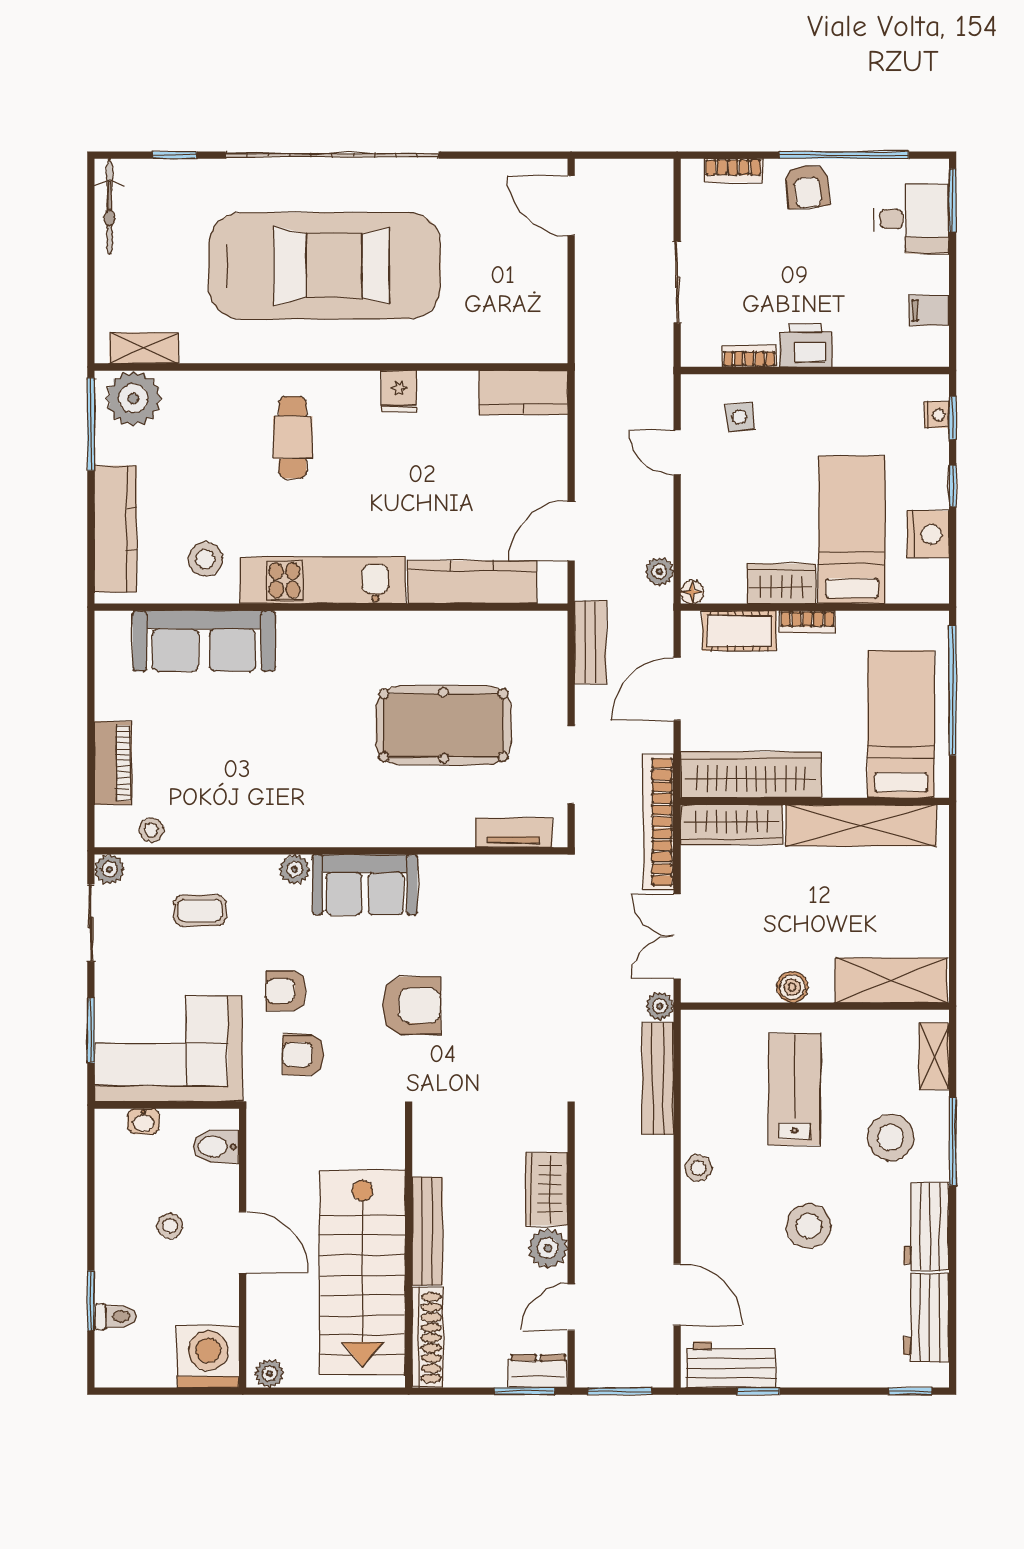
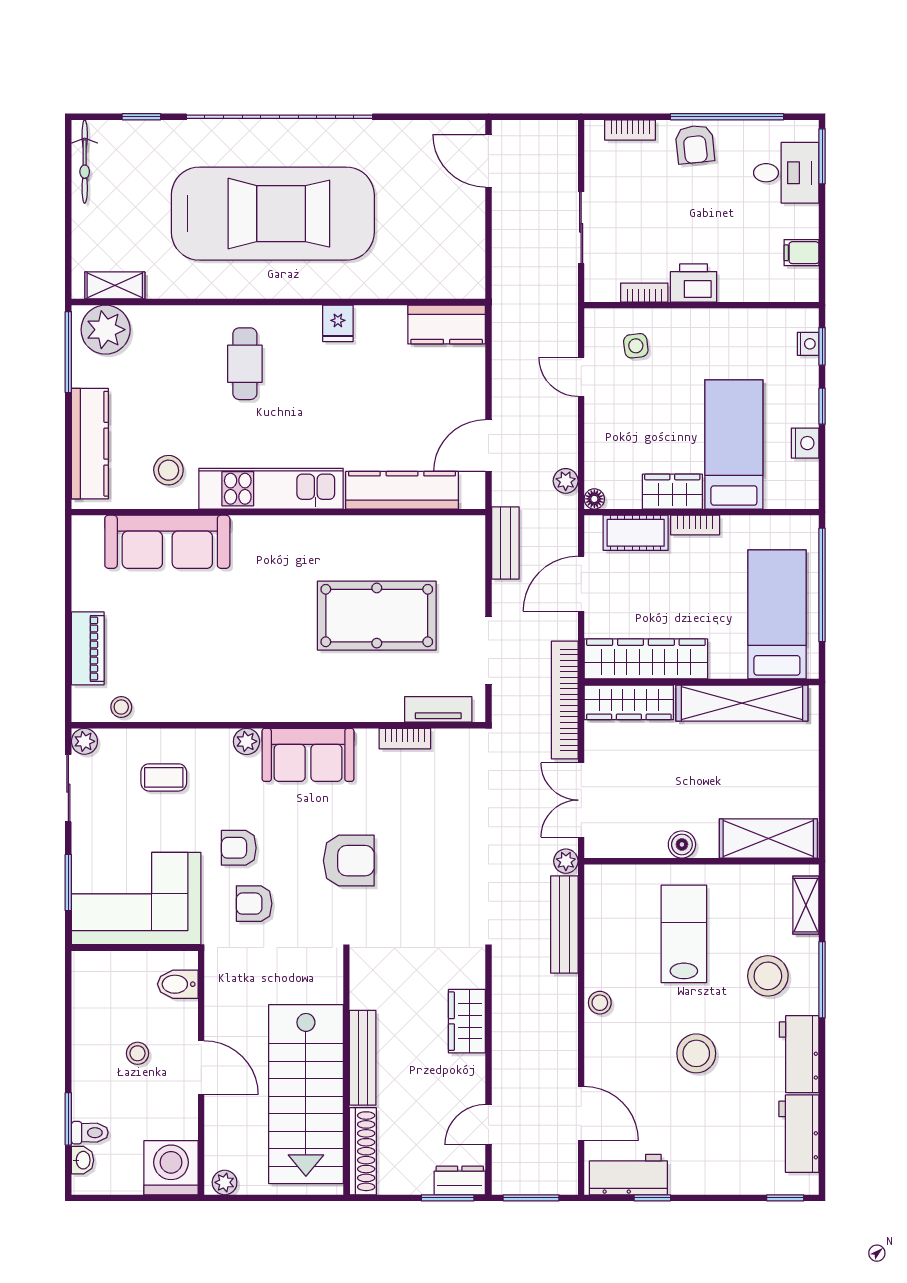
nightstand: (928, 534) -> (805, 443), width x0.74, depth x0.75
bookcase: (476, 866) -> (405, 739), added
washbasin: (143, 1121) -> (83, 1160), moved, turned -90
plant: (548, 1248) -> (468, 1073), removed

